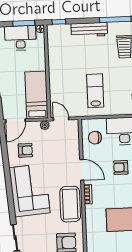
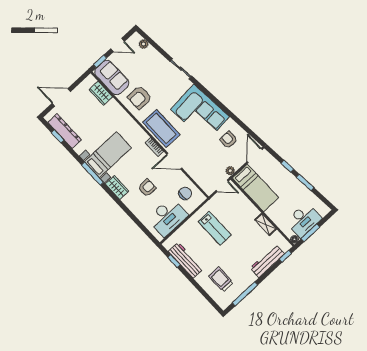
workbench: (89, 30) -> (267, 261), moved
shelving: (53, 60) -> (266, 224), added
armchair: (25, 150) -> (229, 140), turned 90

